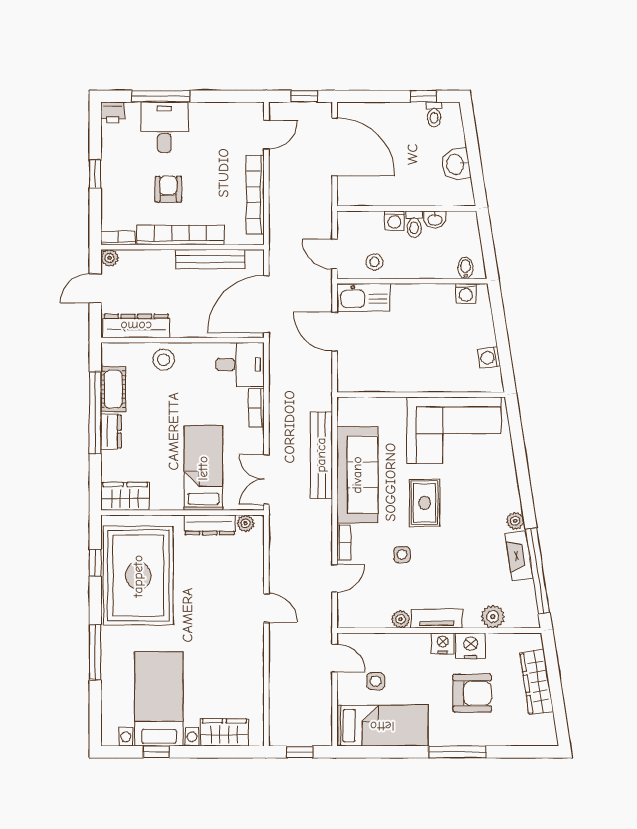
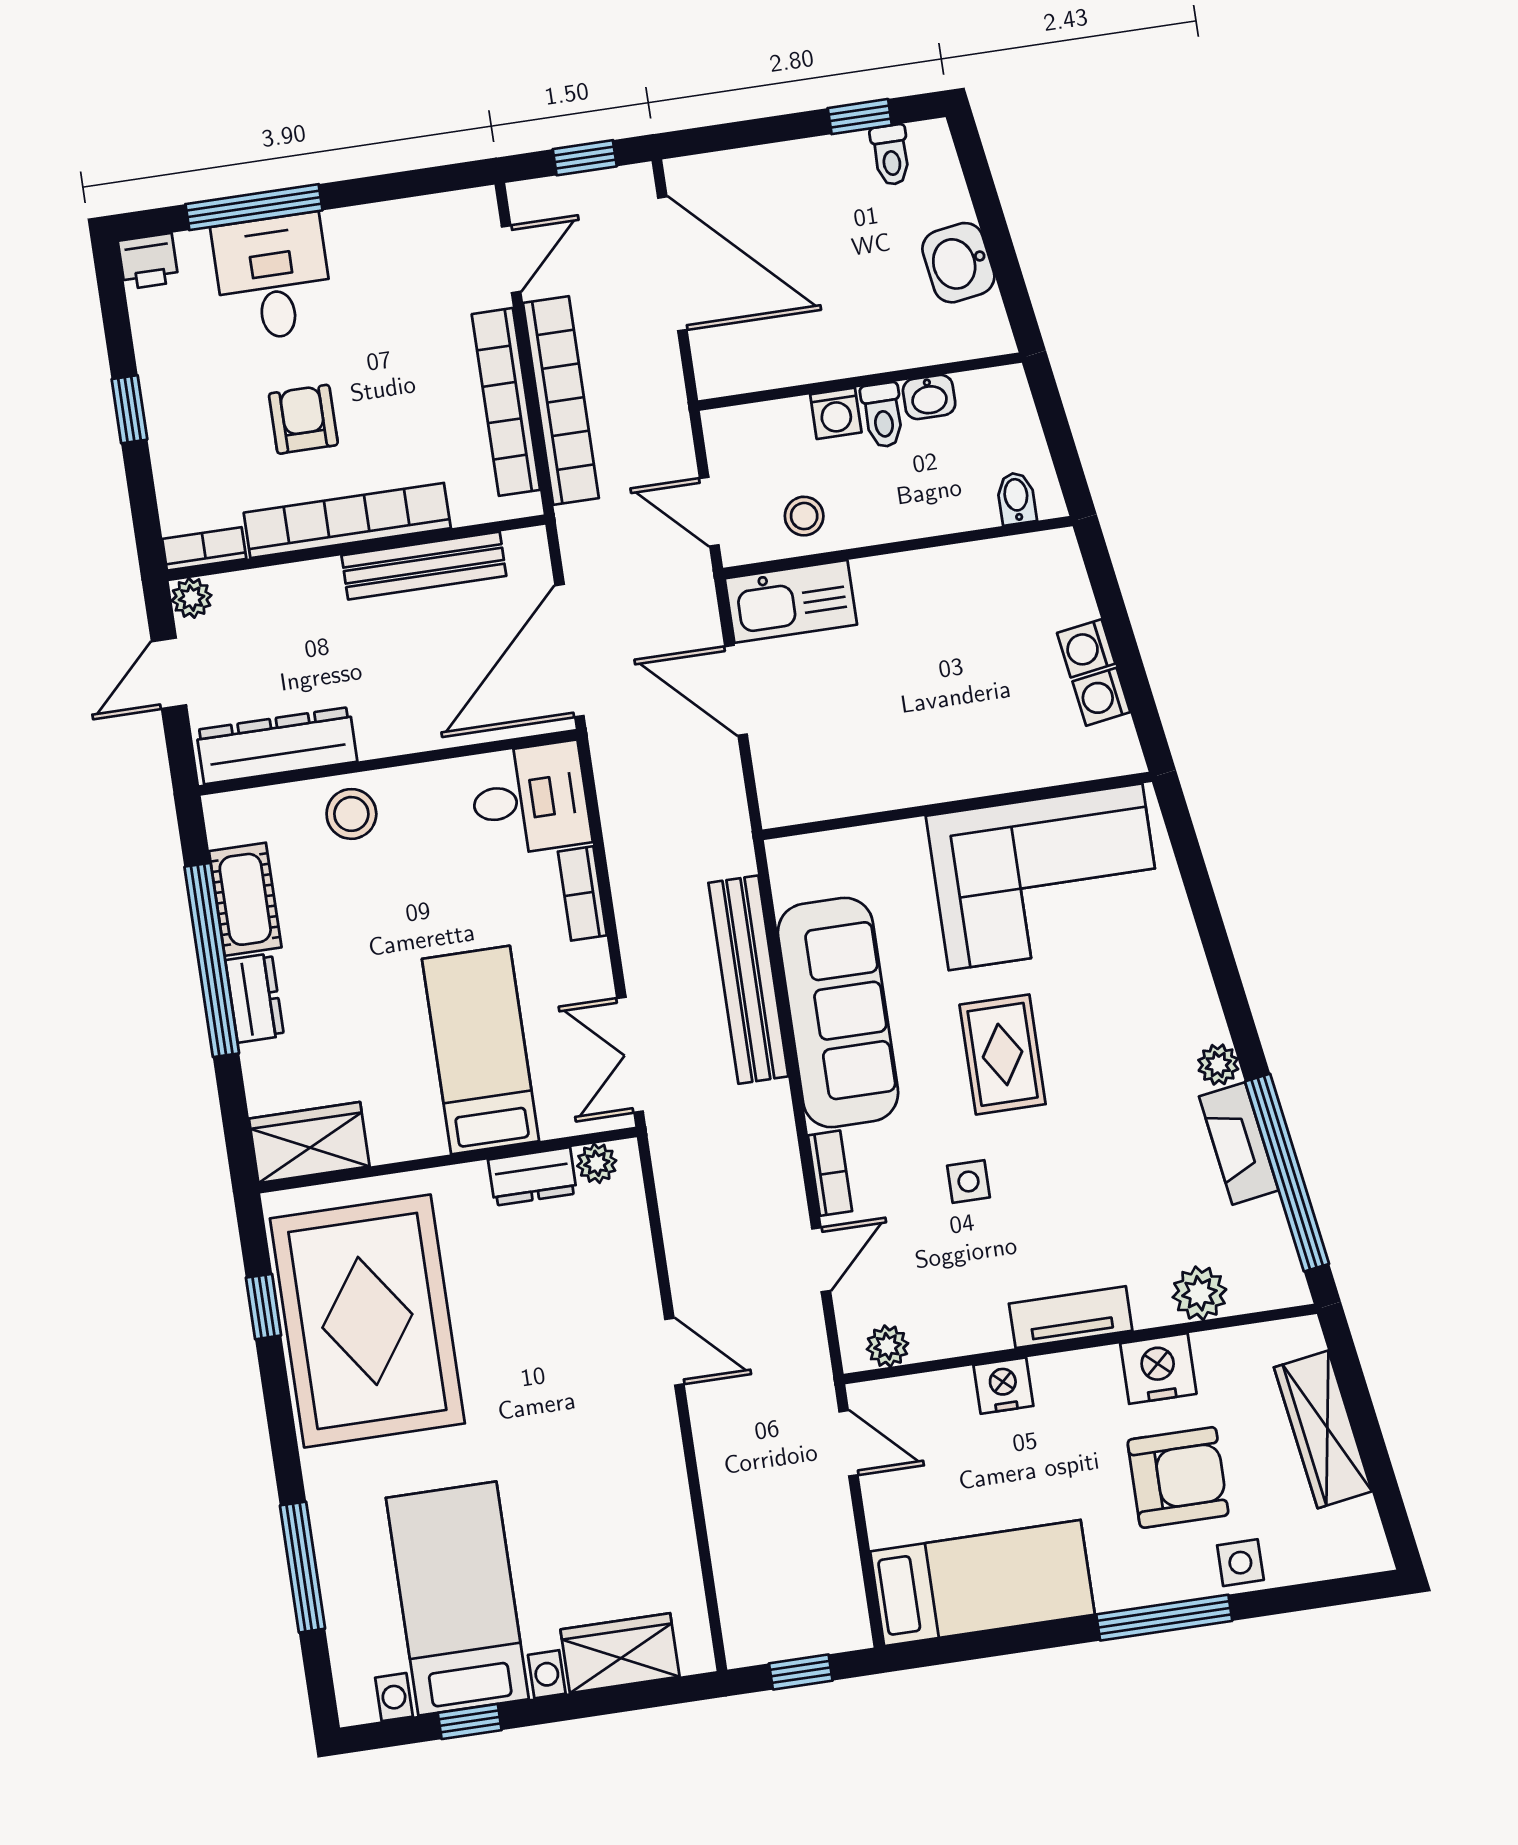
bookcase: (279, 198) -> (561, 400), added
washing machine: (466, 293) -> (1086, 648), moved, turned 81
dresser: (210, 525) -> (532, 1176), width x0.70
plant: (401, 619) -> (887, 1346), moved
nightstand: (443, 643) -> (1003, 1386), moved
window: (95, 652) -> (302, 1567), moved
side table: (376, 681) -> (1240, 1563), moved

